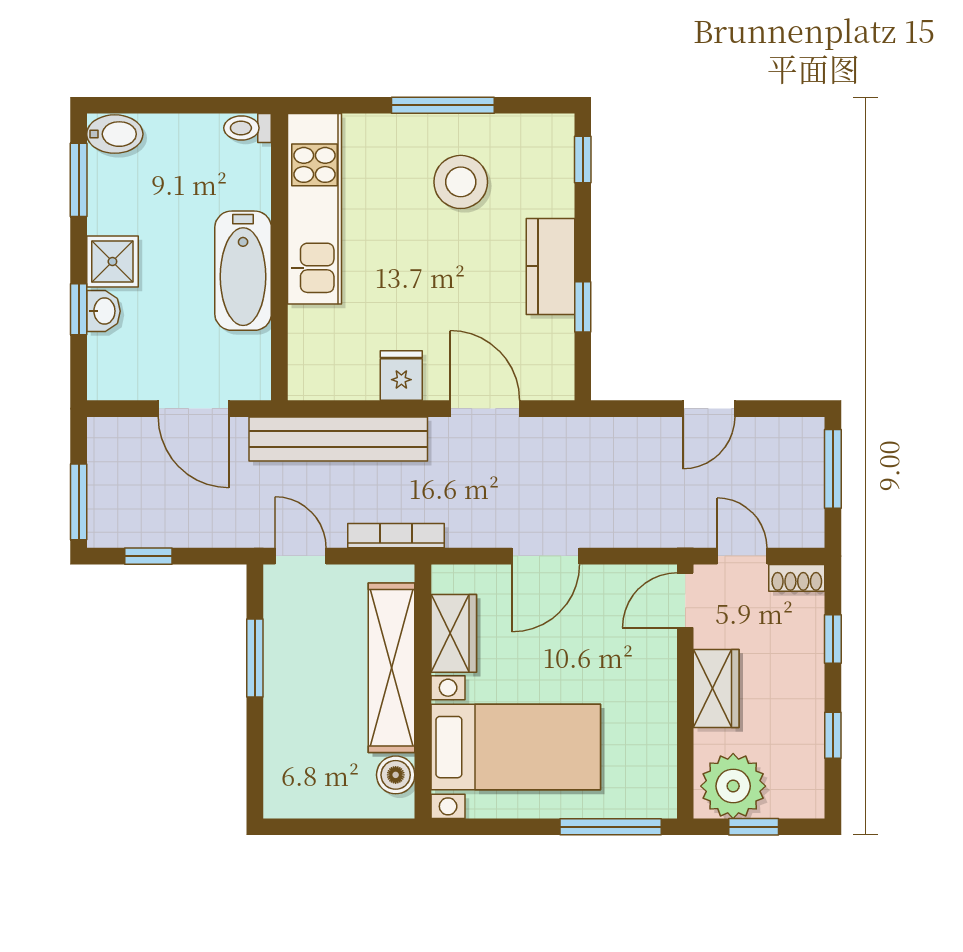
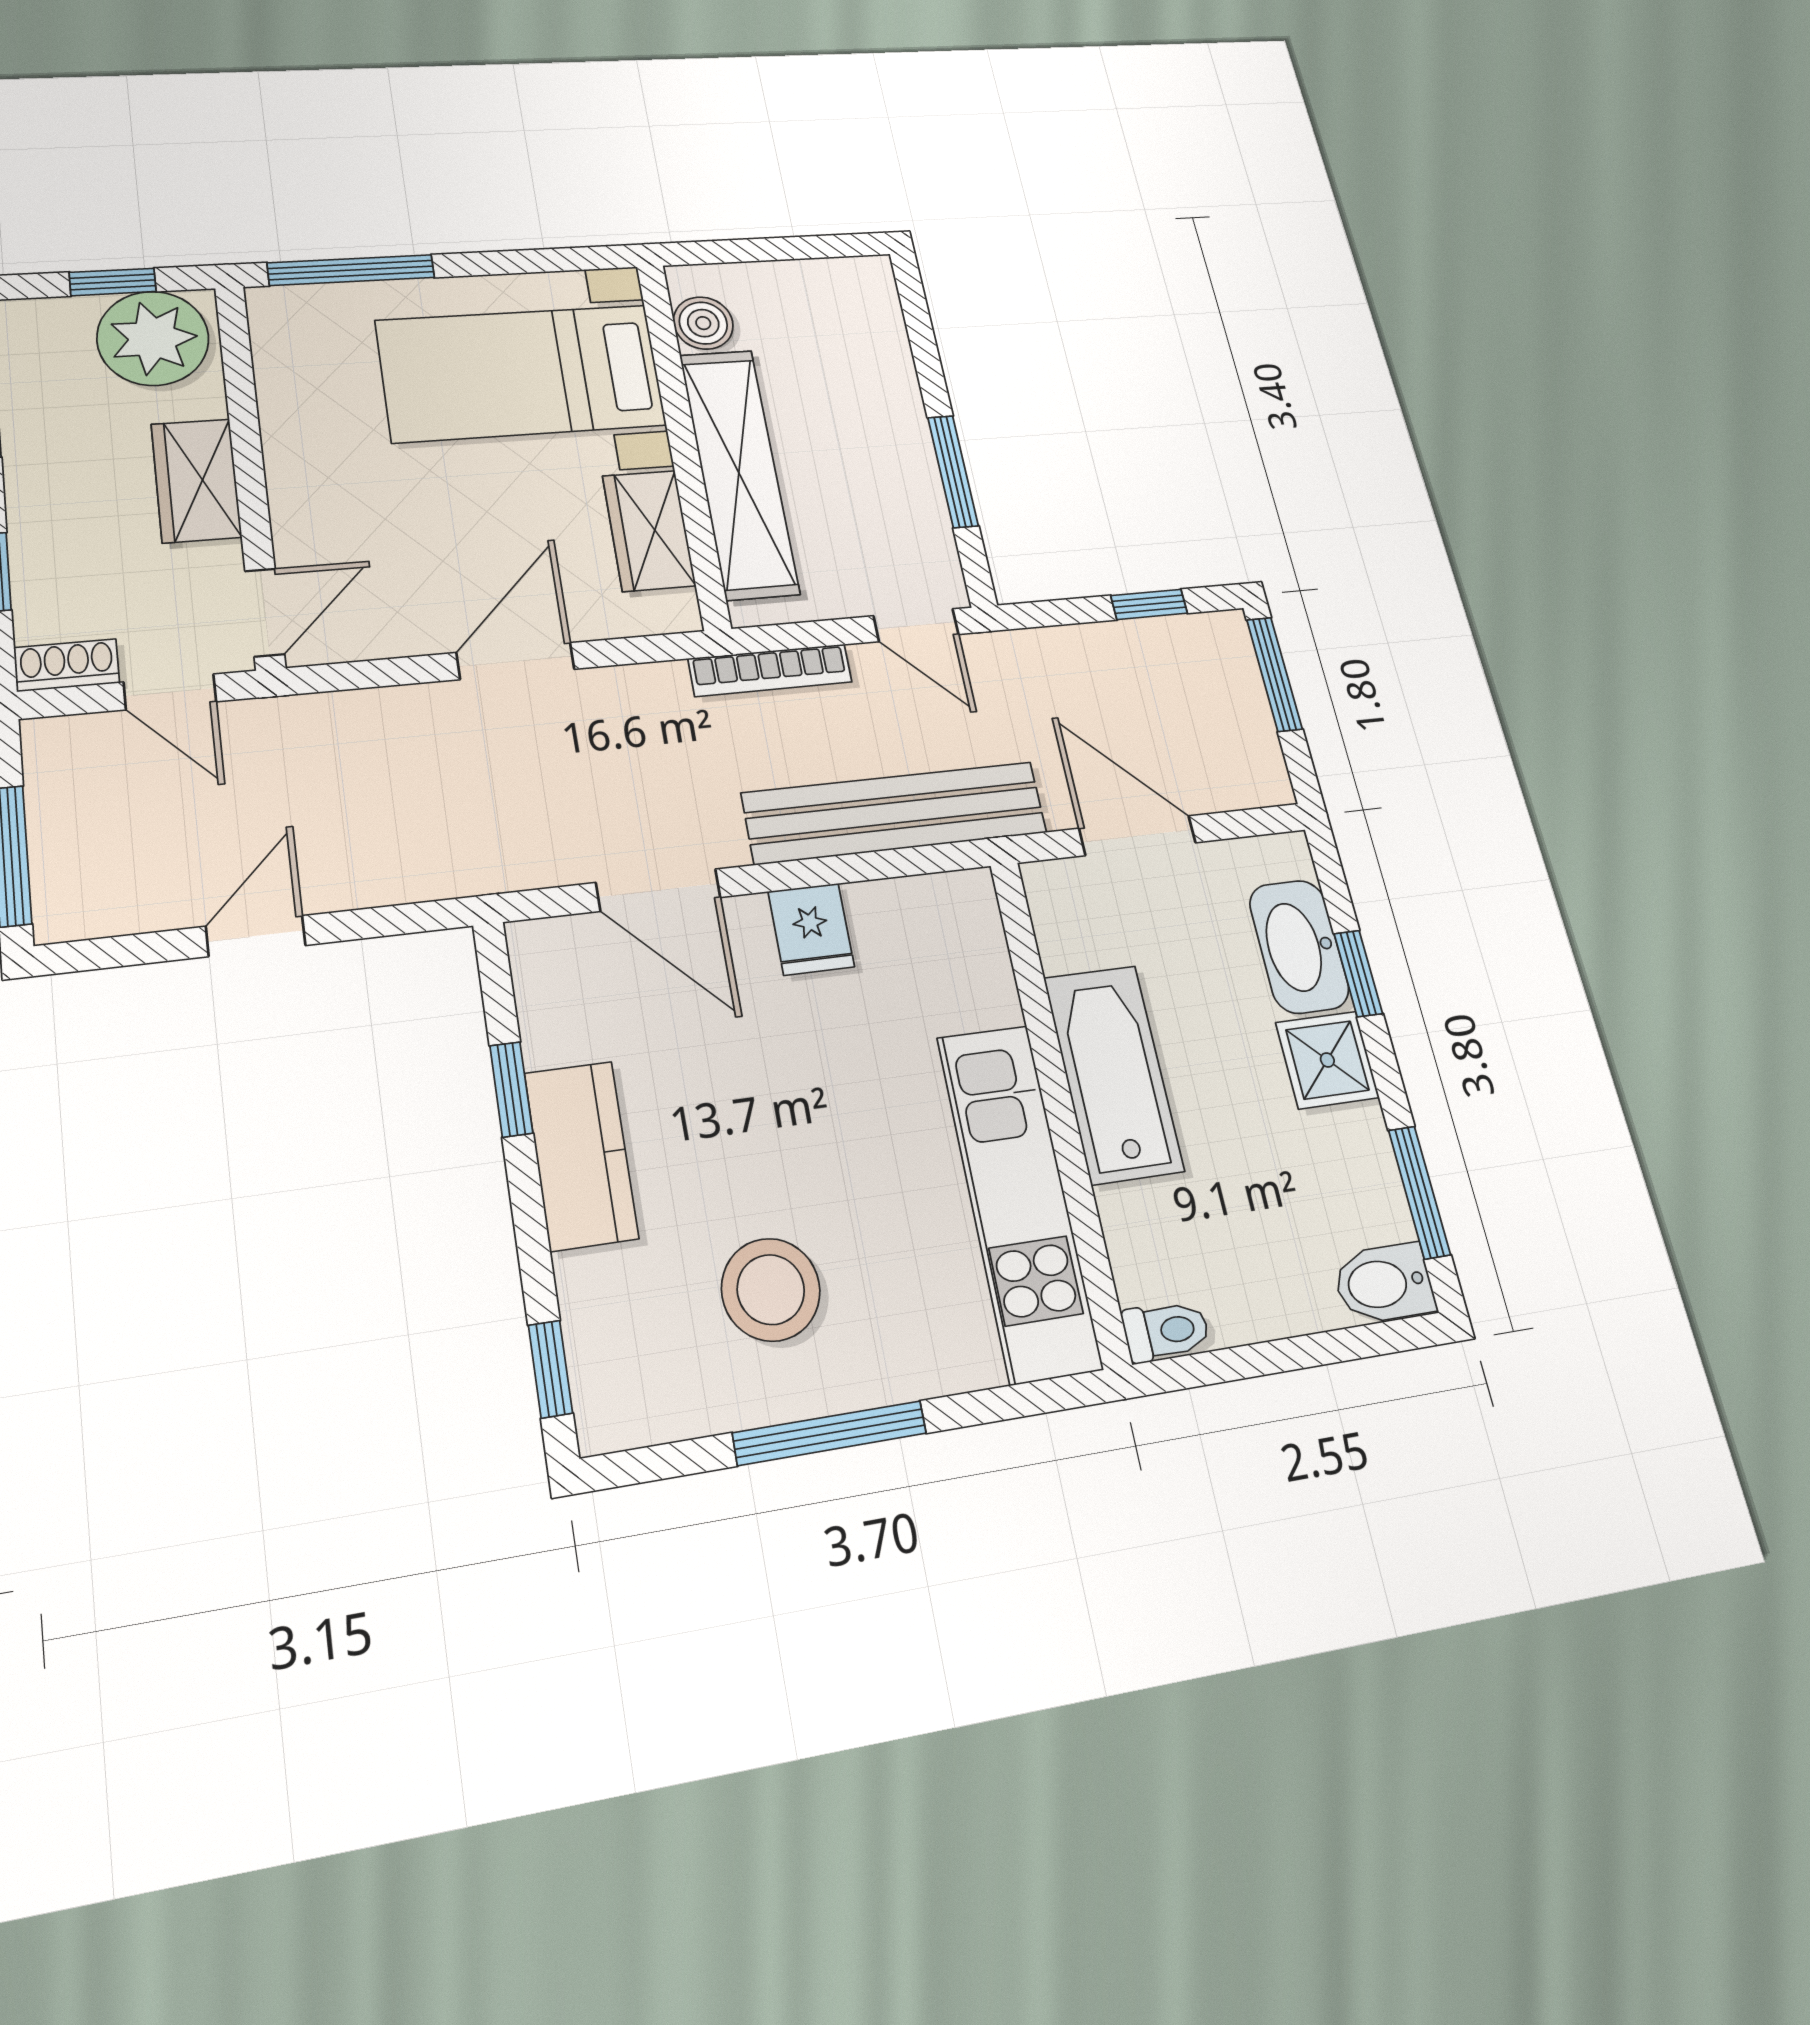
washbasin: (103, 311) -> (1299, 946), width x1.91, depth x1.45

